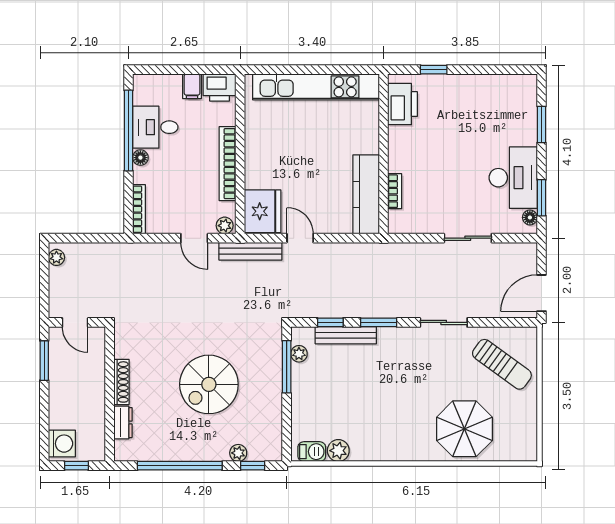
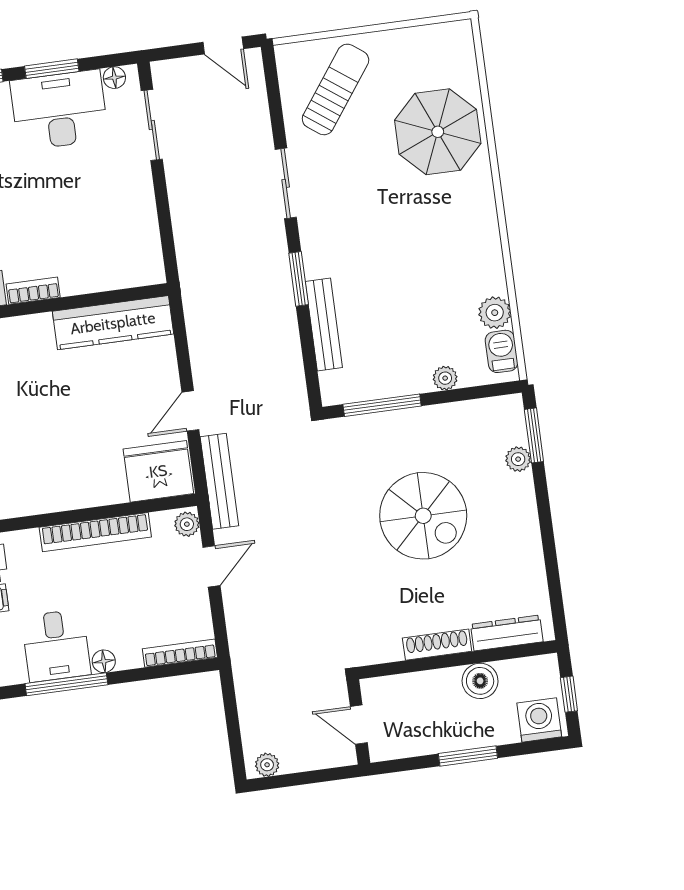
window: (129, 131) -> (66, 684), width x0.68
bookcase: (395, 191) -> (33, 291), moved
window: (542, 198) -> (52, 69), moved
sliding door: (468, 238) -> (152, 125), moved
door: (542, 293) -> (223, 46), width x0.73
door: (75, 322) -> (359, 725), swing flipped
window: (330, 322) -> (308, 350), removed
plant: (299, 354) -> (445, 378), moved
window: (44, 361) -> (468, 756), moved
boiler: (93, 407) -> (480, 681), added
dresser: (123, 423) -> (507, 633), width x1.44
window: (180, 466) -> (548, 542), removed
window: (253, 466) -> (534, 435), width x1.50

